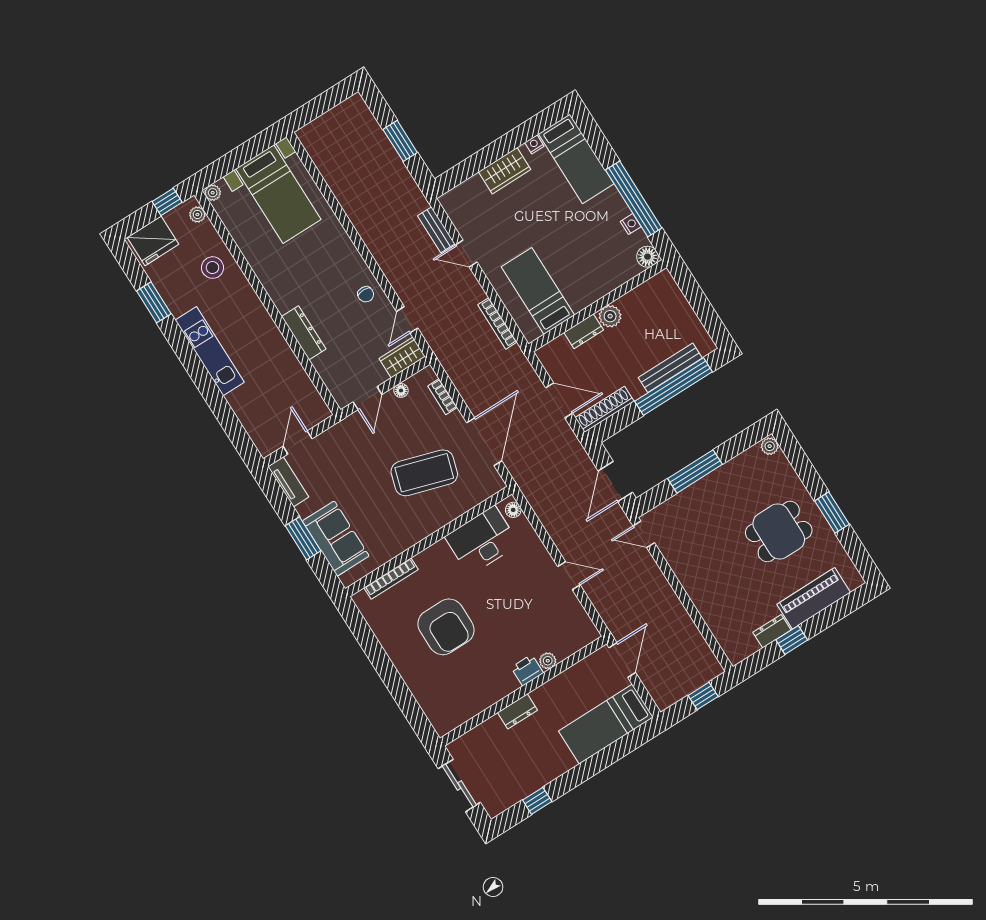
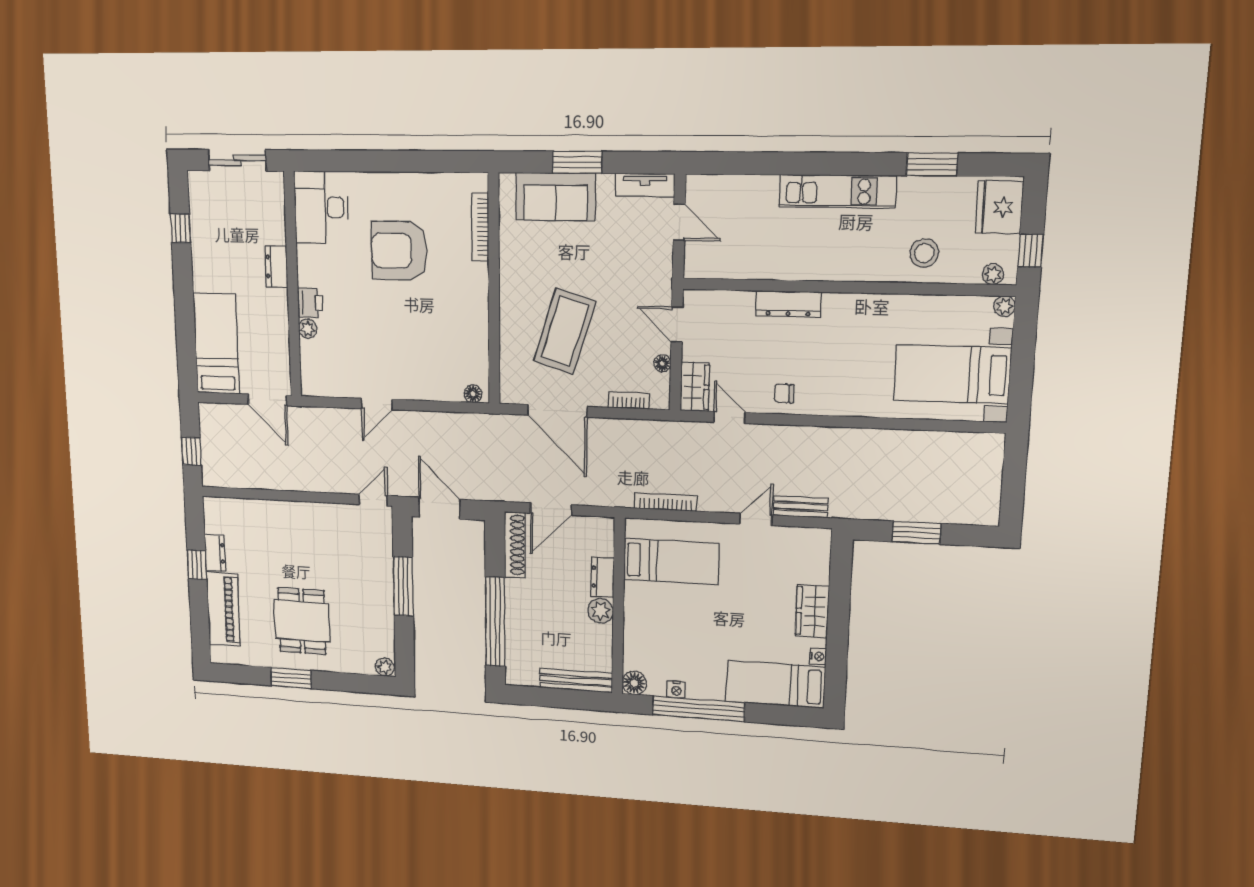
bench: (670, 368) -> (576, 681), moved, turned 90
desk: (482, 540) -> (321, 207), moved, turned 180

